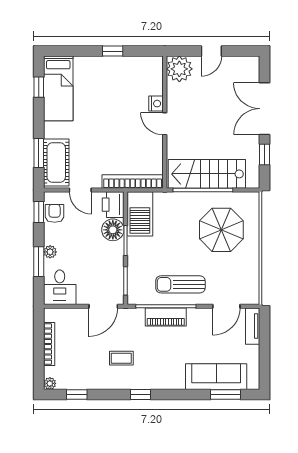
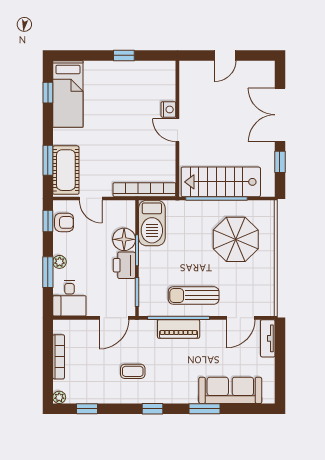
plant: (179, 69) -> (192, 74), removed
printer: (113, 205) -> (124, 265), moved
armchair: (55, 213) -> (64, 222), turned 90
window: (225, 395) -> (204, 409), moved

